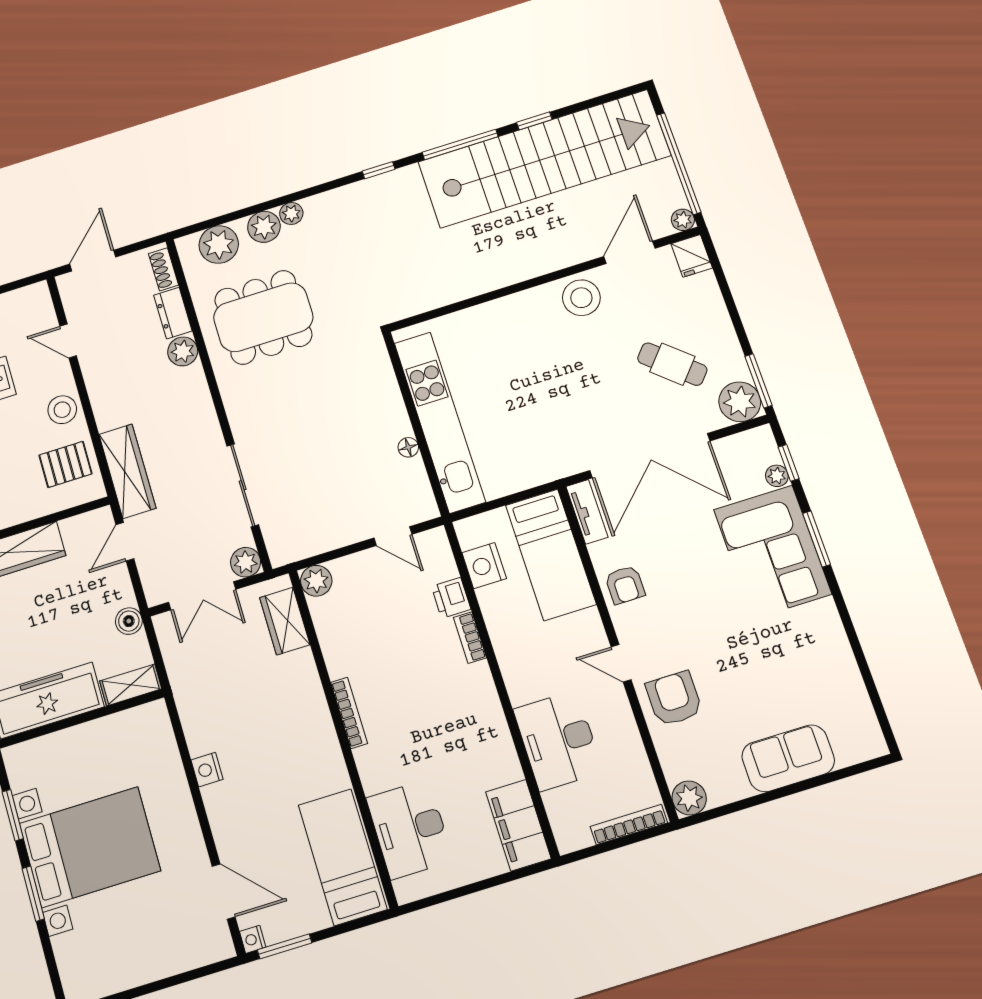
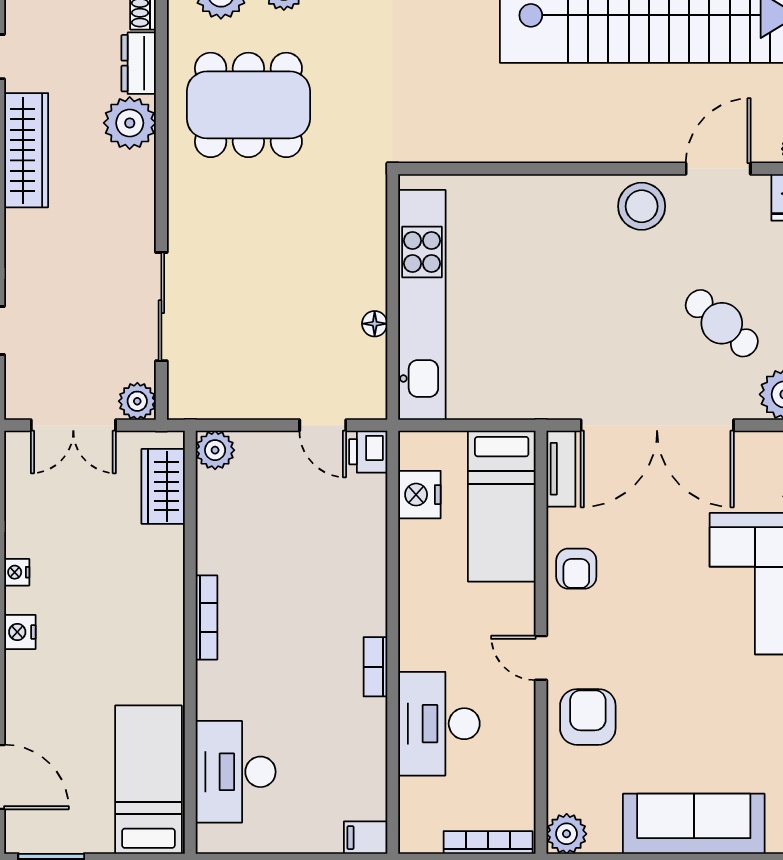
plant: (183, 351) -> (130, 123), width x1.36, depth x1.36
wardrobe: (127, 471) -> (26, 150), moved
printer: (451, 598) -> (368, 452), moved
bookcase: (470, 638) -> (375, 667), moved
sofa: (788, 758) -> (694, 824), width x1.36
filing cabinet: (518, 825) -> (366, 838), width x0.33, depth x0.86
nightstand: (253, 939) -> (17, 572), moved

